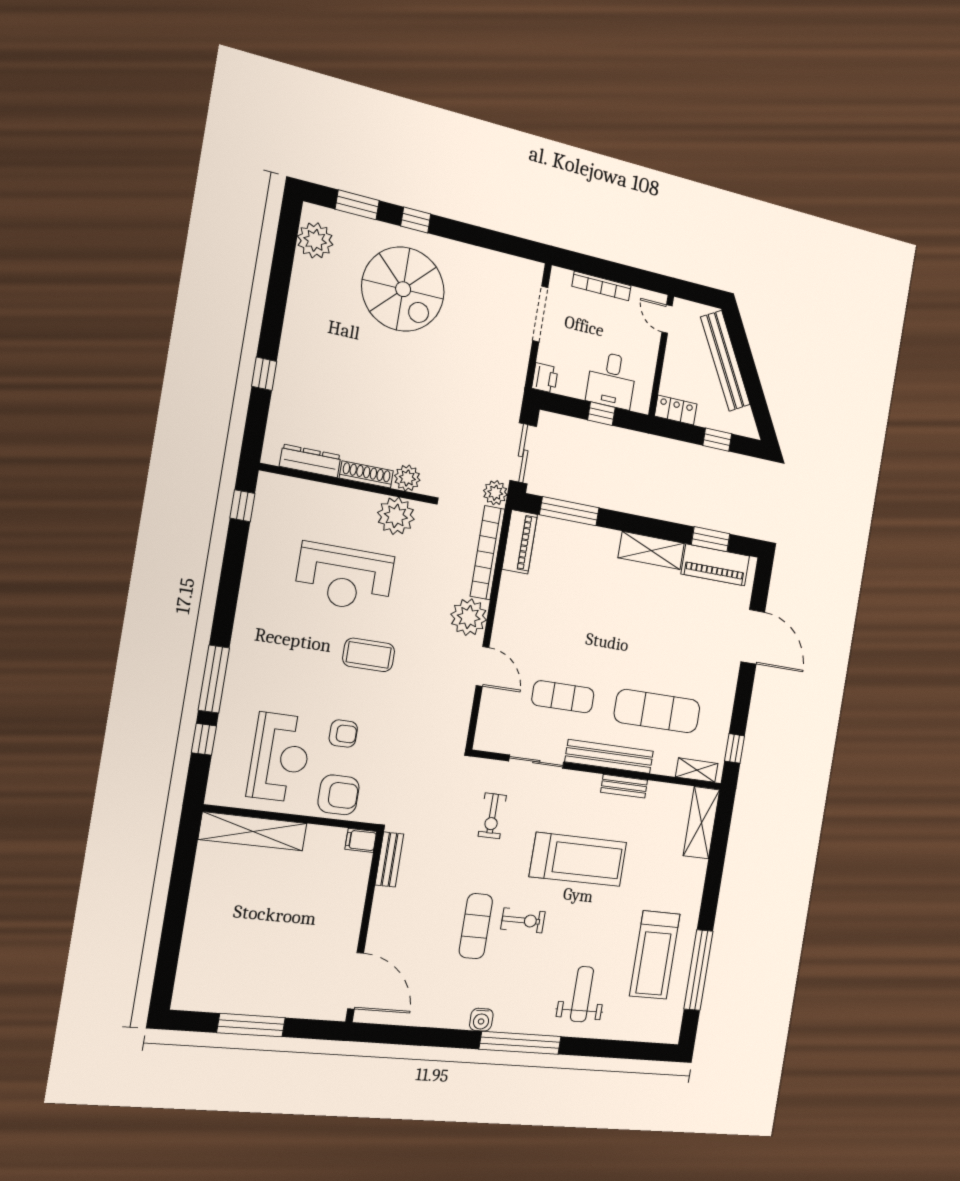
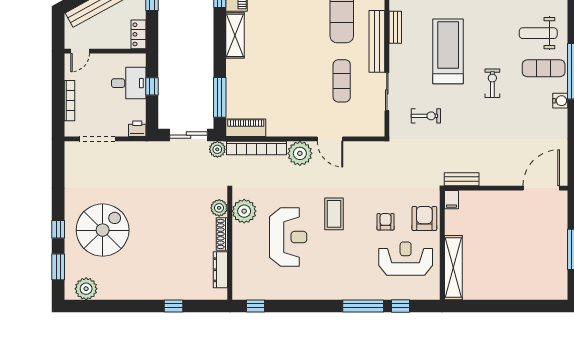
door: (483, 666) -> (330, 139), swing flipped
exercise mat: (476, 926) -> (544, 68), moved

